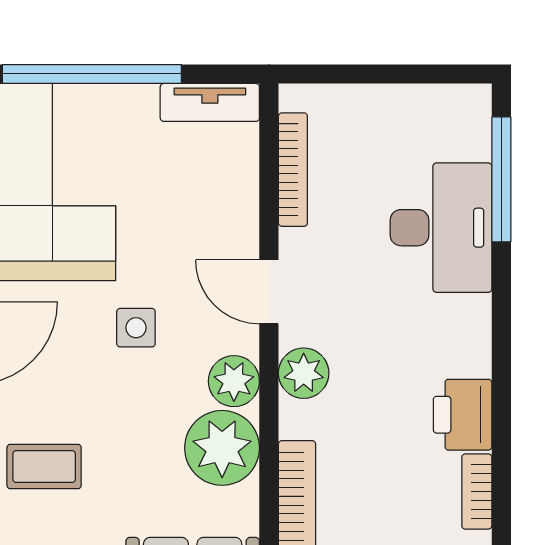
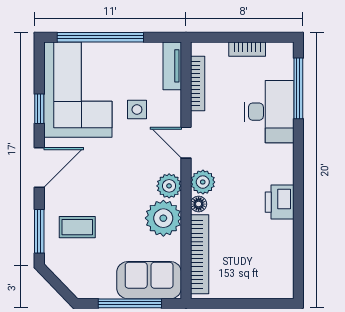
tv unit: (210, 102) -> (172, 66), moved, turned 90
side table: (136, 328) -> (137, 110), moved
floor lamp: (295, 419) -> (199, 204), added
bookcase: (477, 492) -> (247, 49), moved, turned -90

